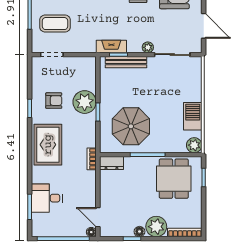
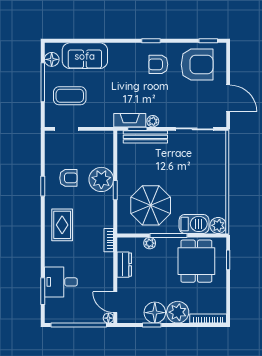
plant: (148, 47) -> (153, 121), moved
barbecue: (193, 116) -> (194, 224), moved, turned 90
rug: (48, 145) -> (62, 225), width x0.73, depth x0.70
plant: (130, 162) -> (150, 243), added
dresser: (111, 163) -> (124, 265), moved, turned -90
floor lamp: (139, 232) -> (155, 313), width x1.89, depth x1.89

